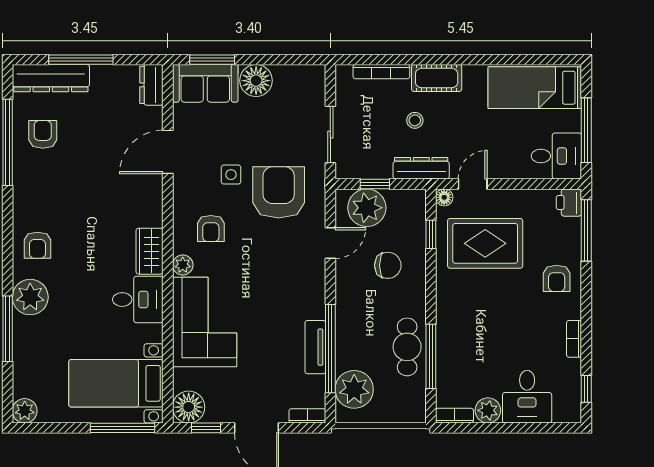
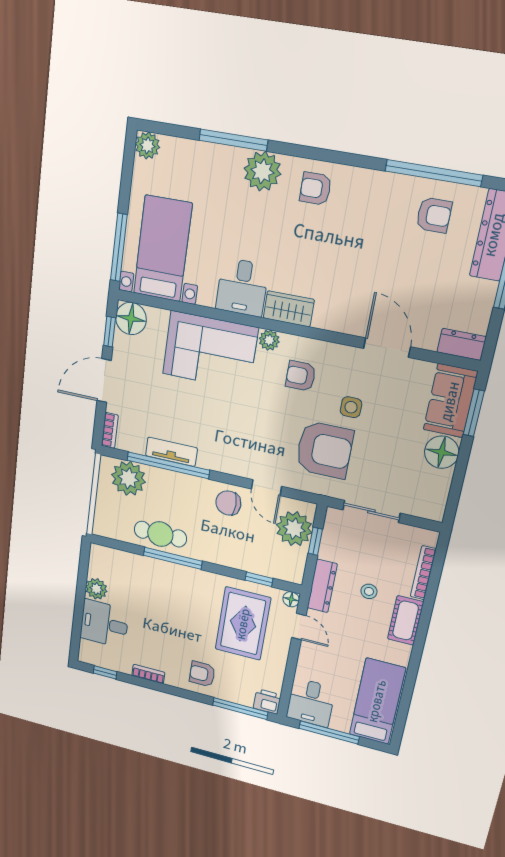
chair: (388, 265) -> (228, 503), moved, turned 90
window: (431, 356) -> (173, 558), moved
bookcase: (454, 416) -> (95, 560), removed

